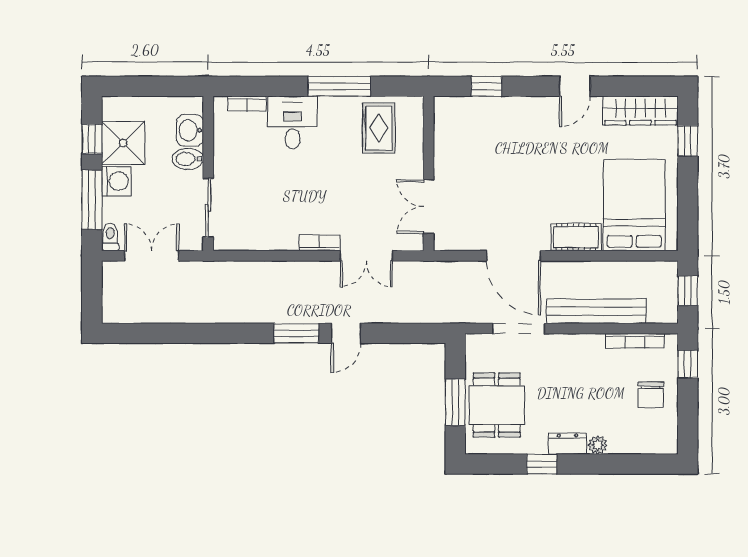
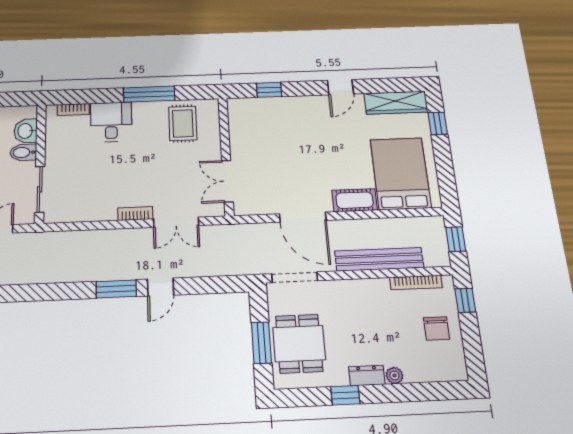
doorway: (519, 328) -> (295, 277), moved

